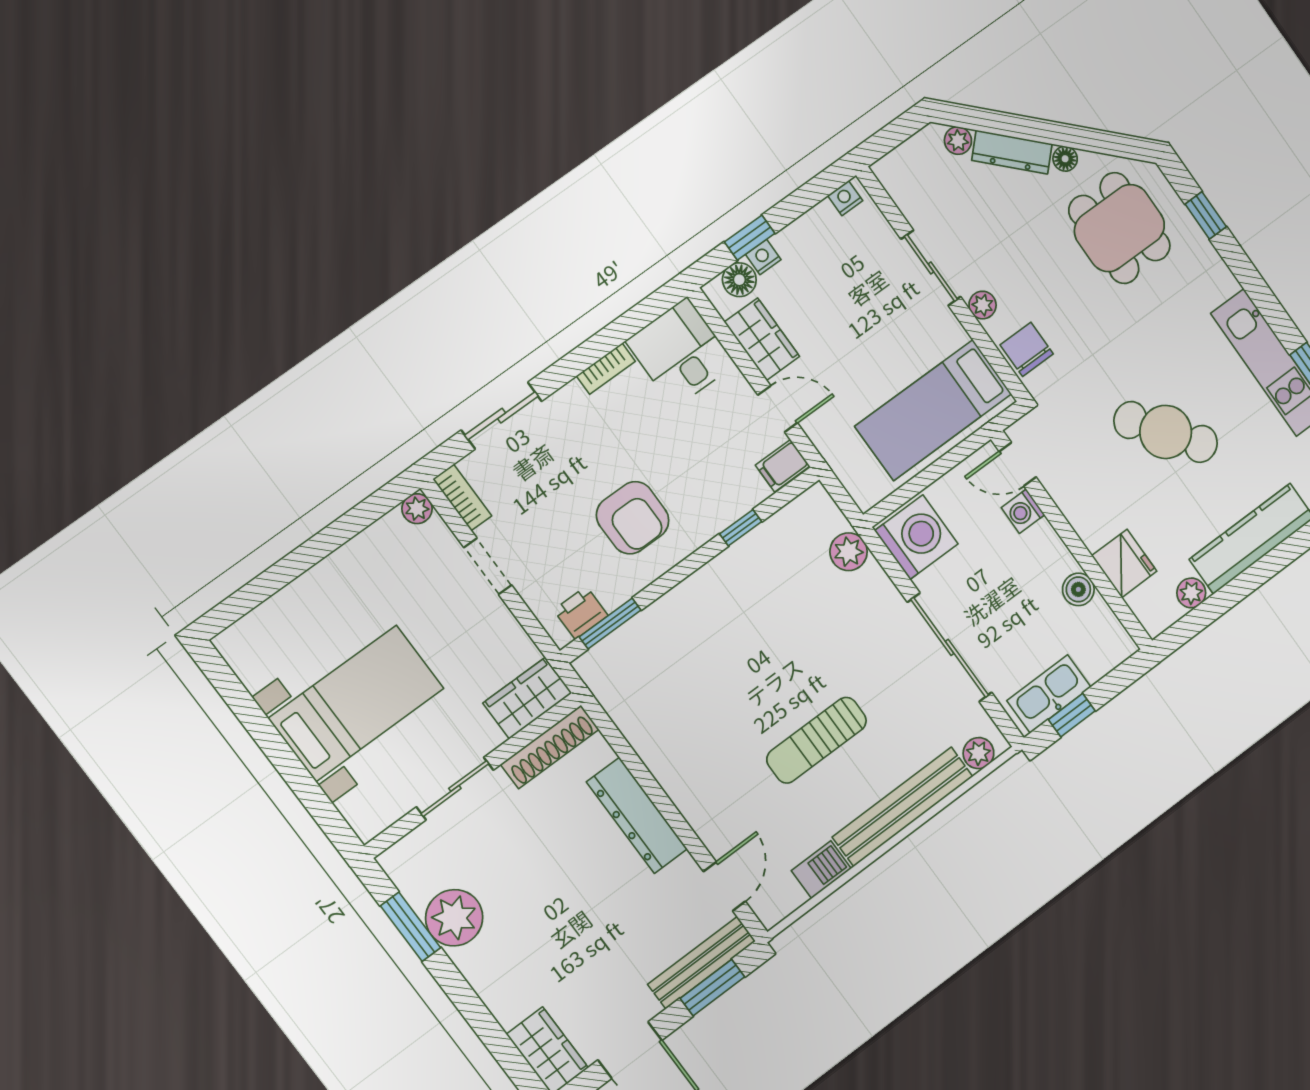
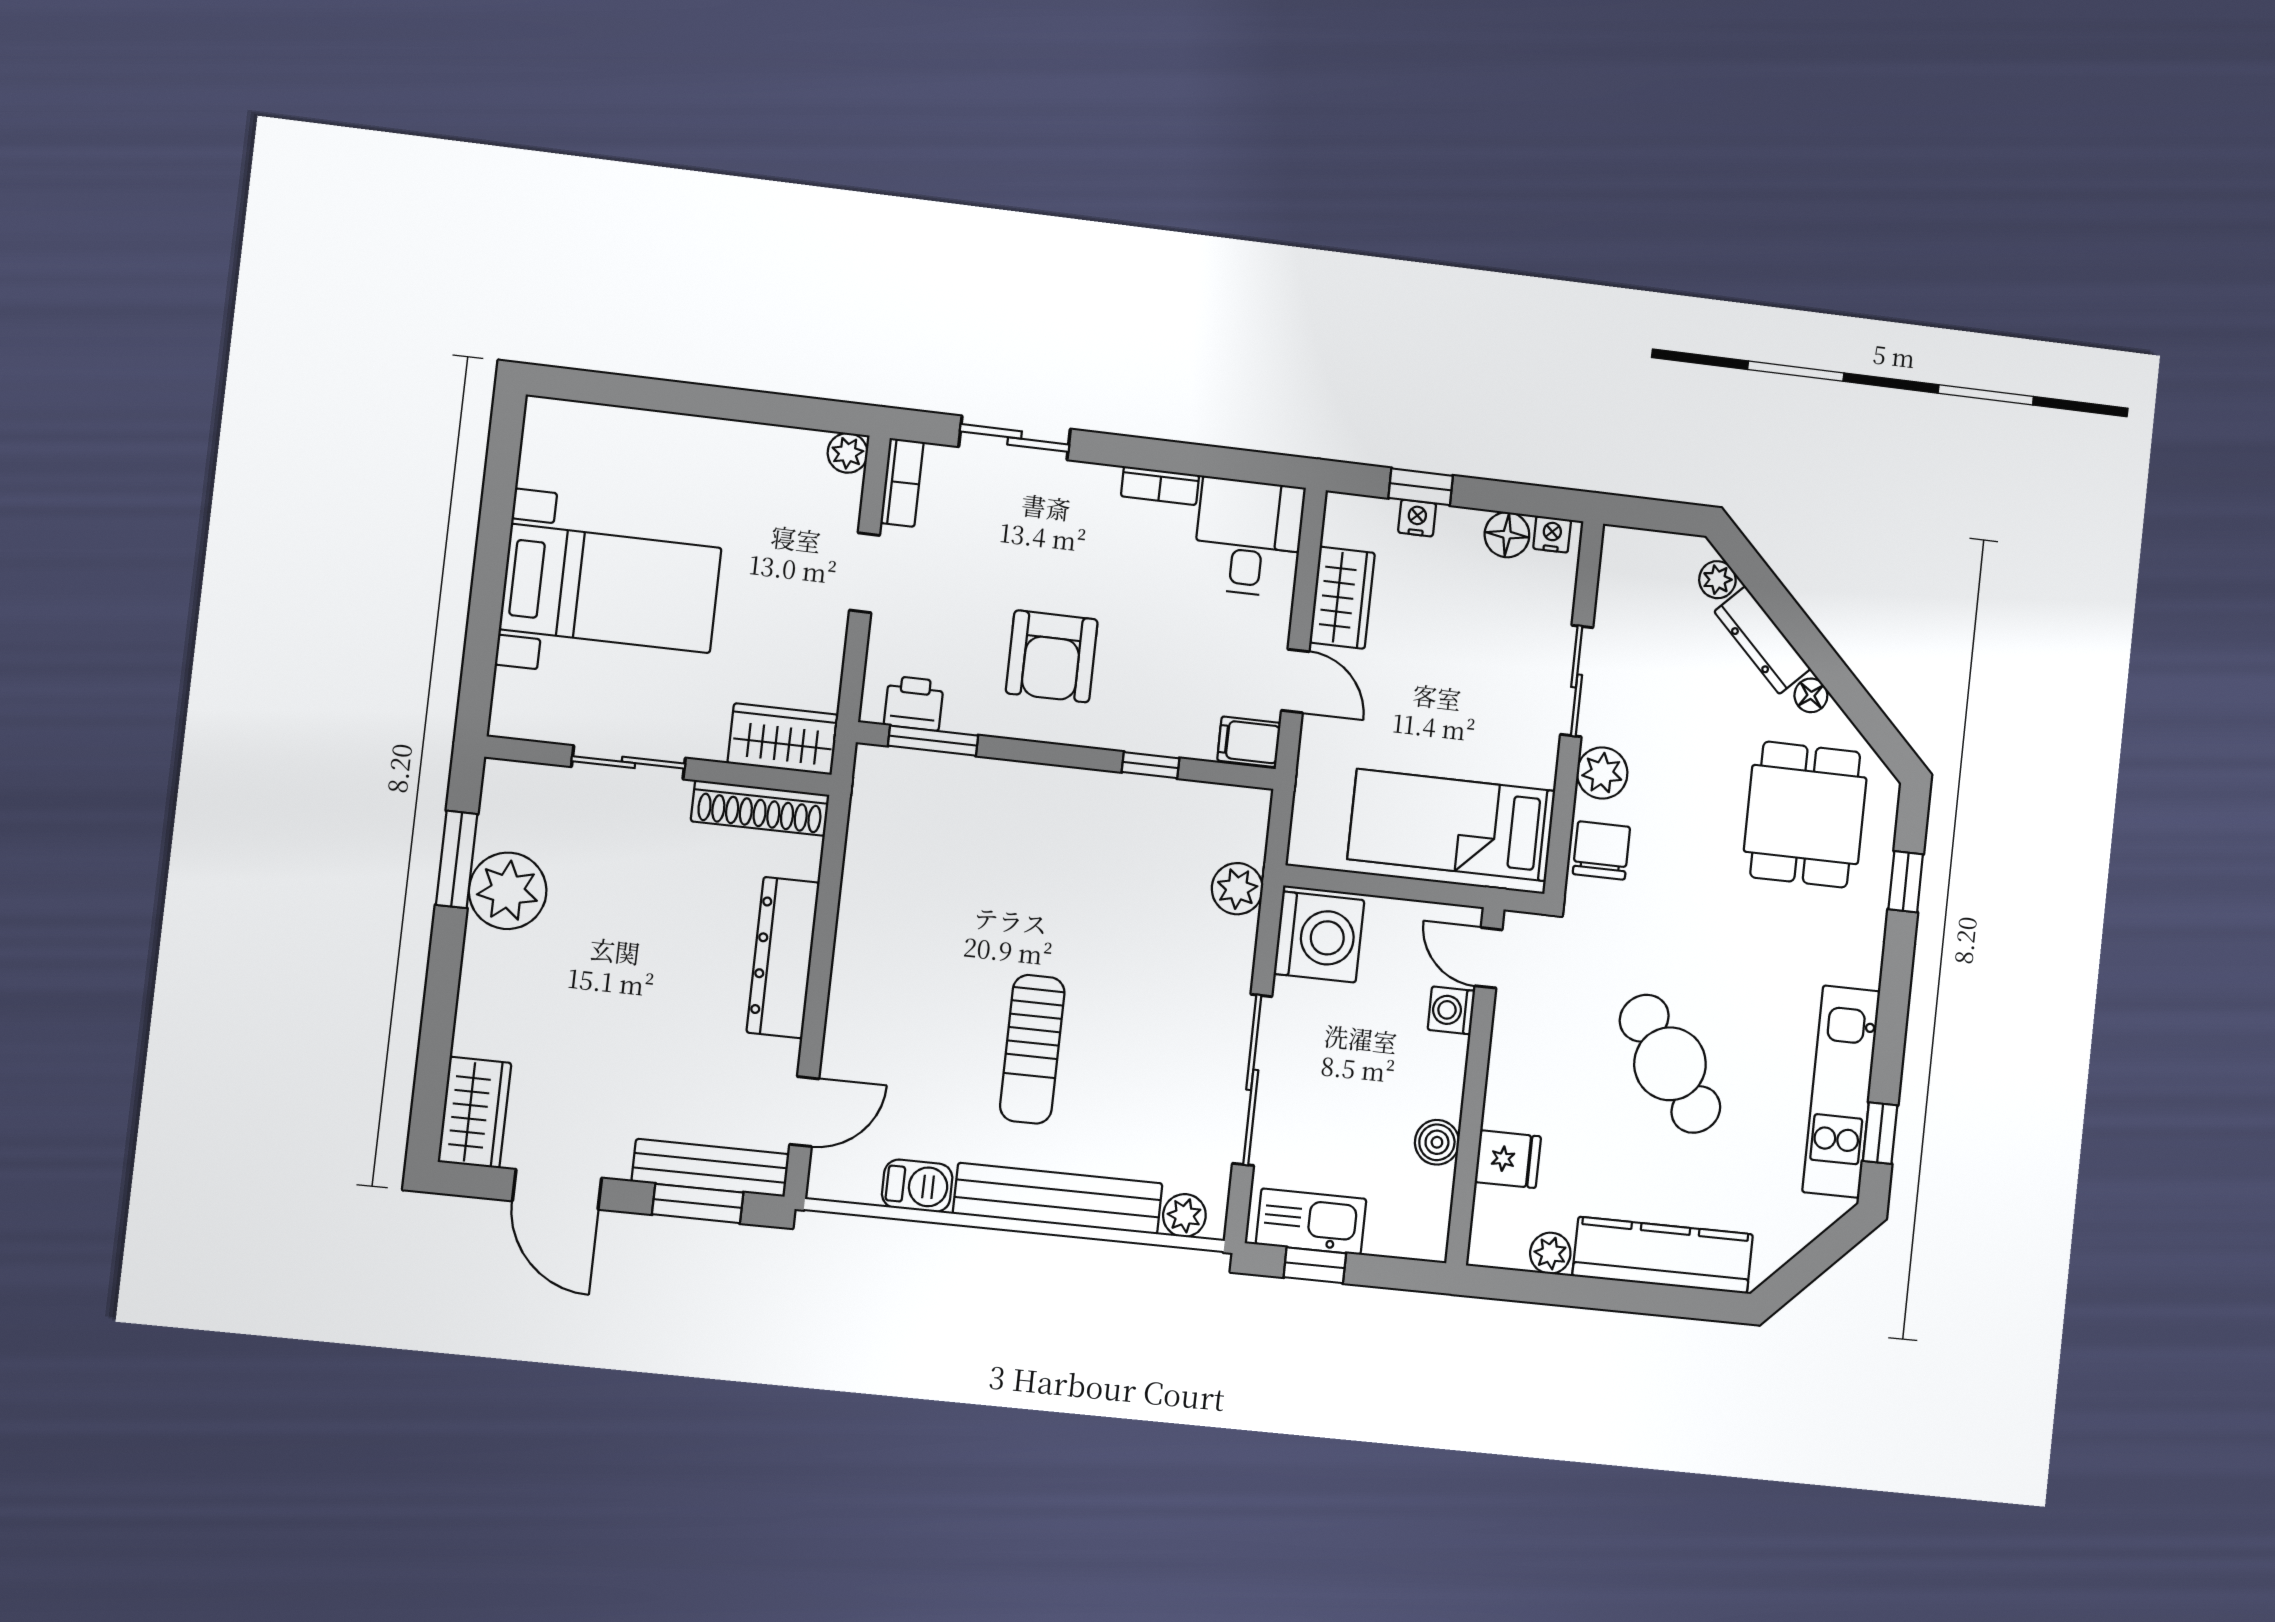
floor lamp: (739, 280) -> (1507, 535), moved
plant: (983, 305) -> (1602, 773), width x1.38, depth x1.38
fridge: (1124, 563) -> (1508, 1159), width x0.72
sun lounger: (817, 740) -> (1032, 1049), turned -90

